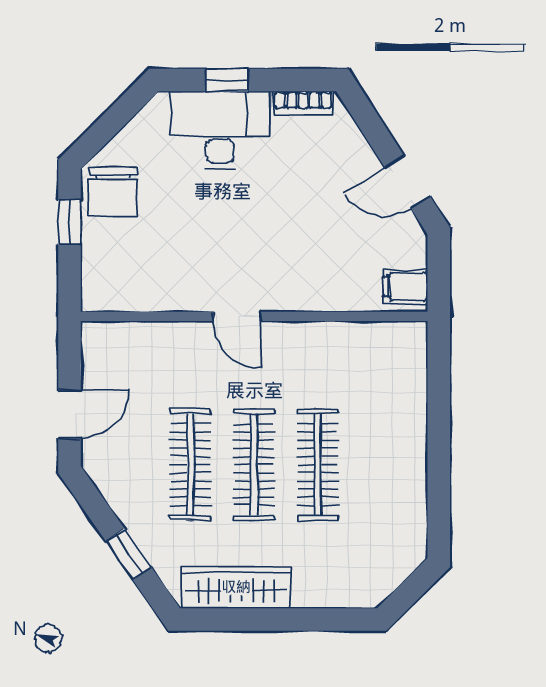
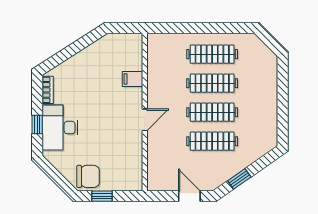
door: (407, 182) -> (84, 42), removed
filing cabinet: (405, 287) -> (133, 79), moved, turned 90
clothes rail: (382, 465) -> (212, 54), added
window: (129, 554) -> (239, 179), moved
wardrobe: (236, 587) -> (268, 120), removed

